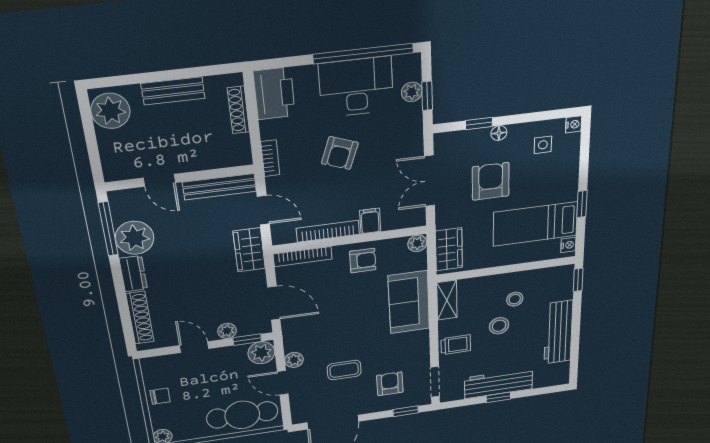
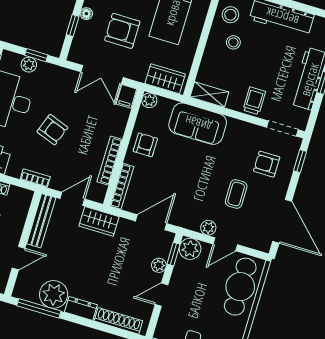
filing cabinet: (370, 221) -> (126, 96), moved, turned -90
stool: (499, 326) -> (230, 15), moved

